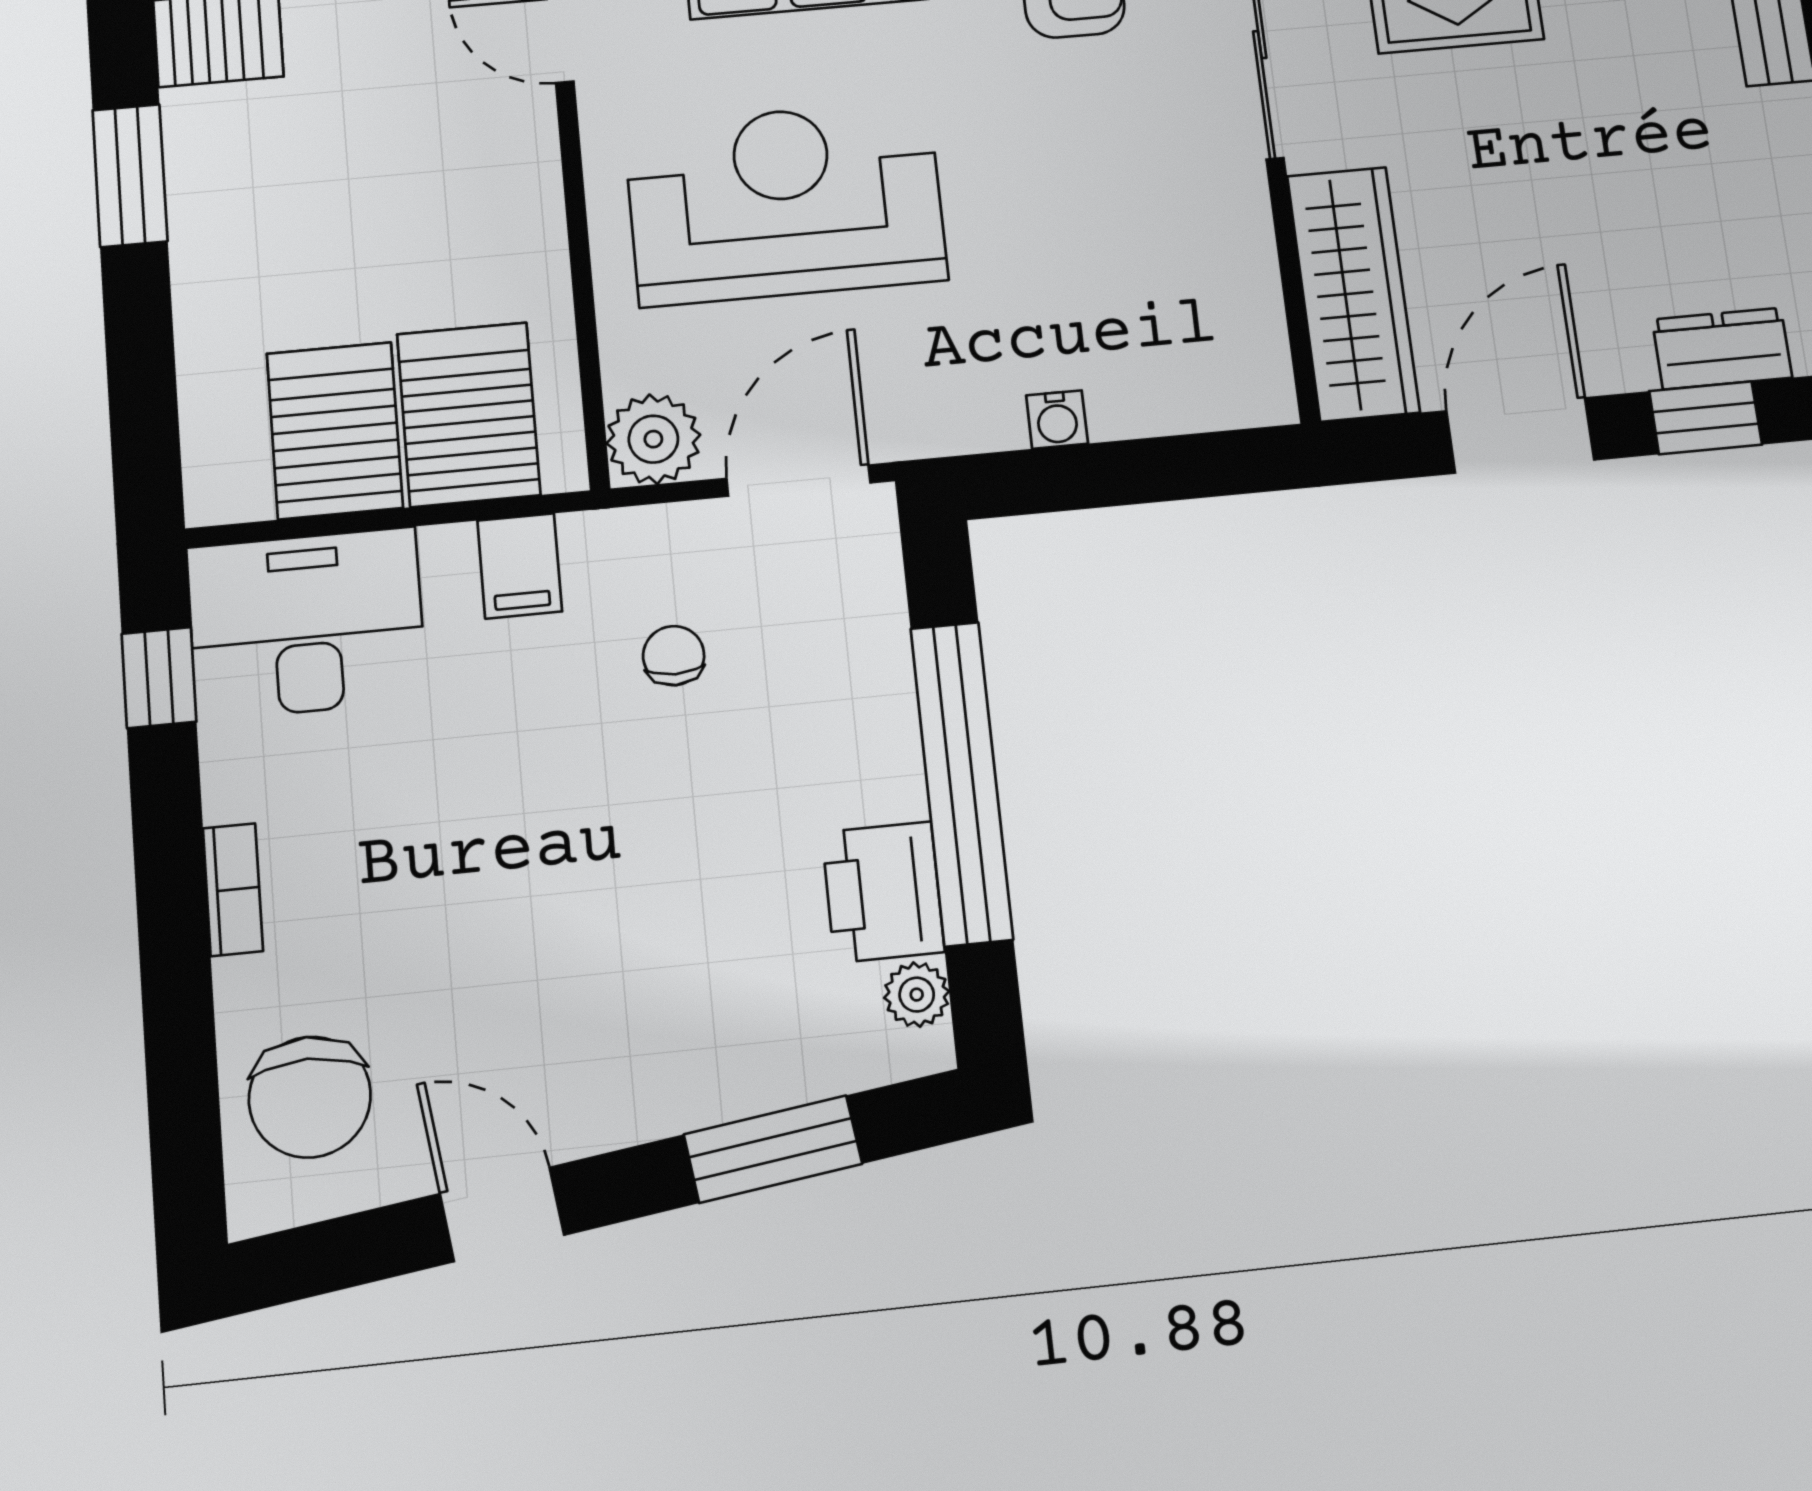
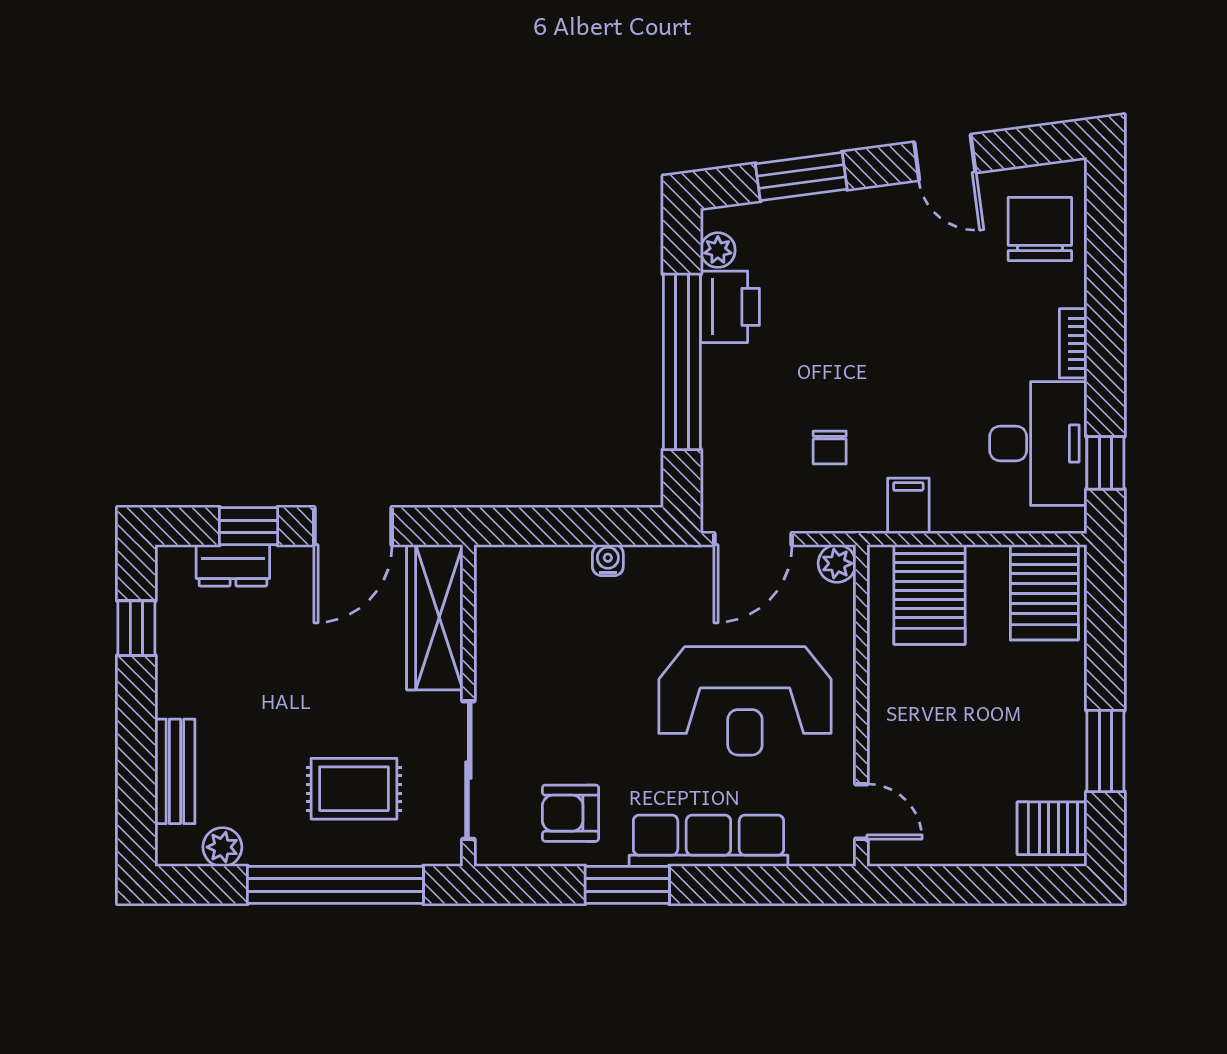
server rack: (335, 430) -> (1044, 592), moved
plant: (653, 439) -> (837, 563), width x0.73, depth x0.73
desk: (307, 624) -> (1038, 444), moved, turned -90

